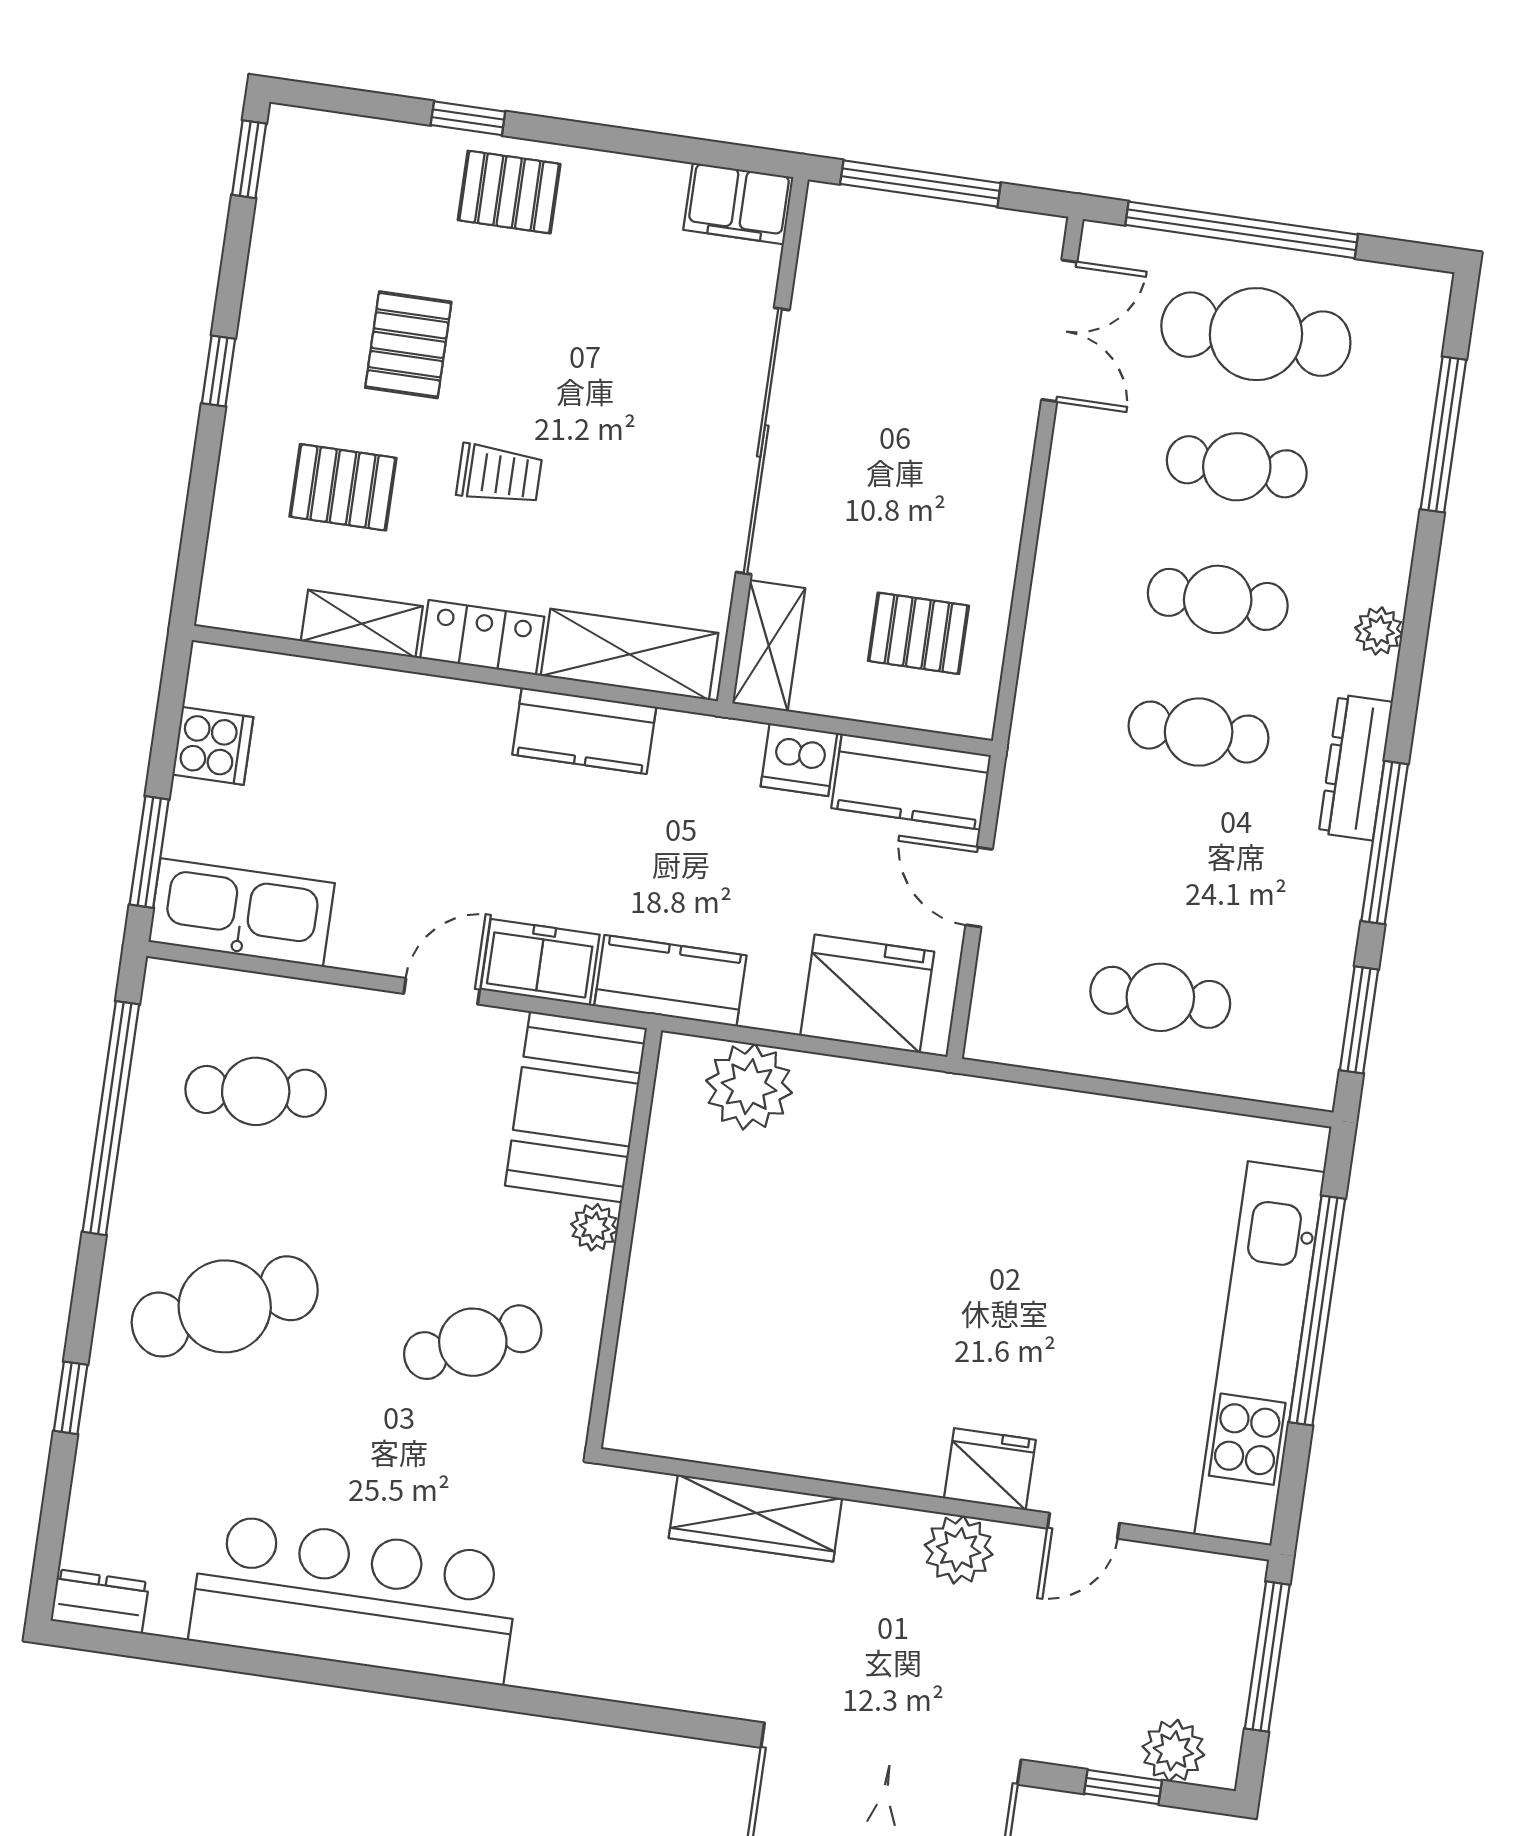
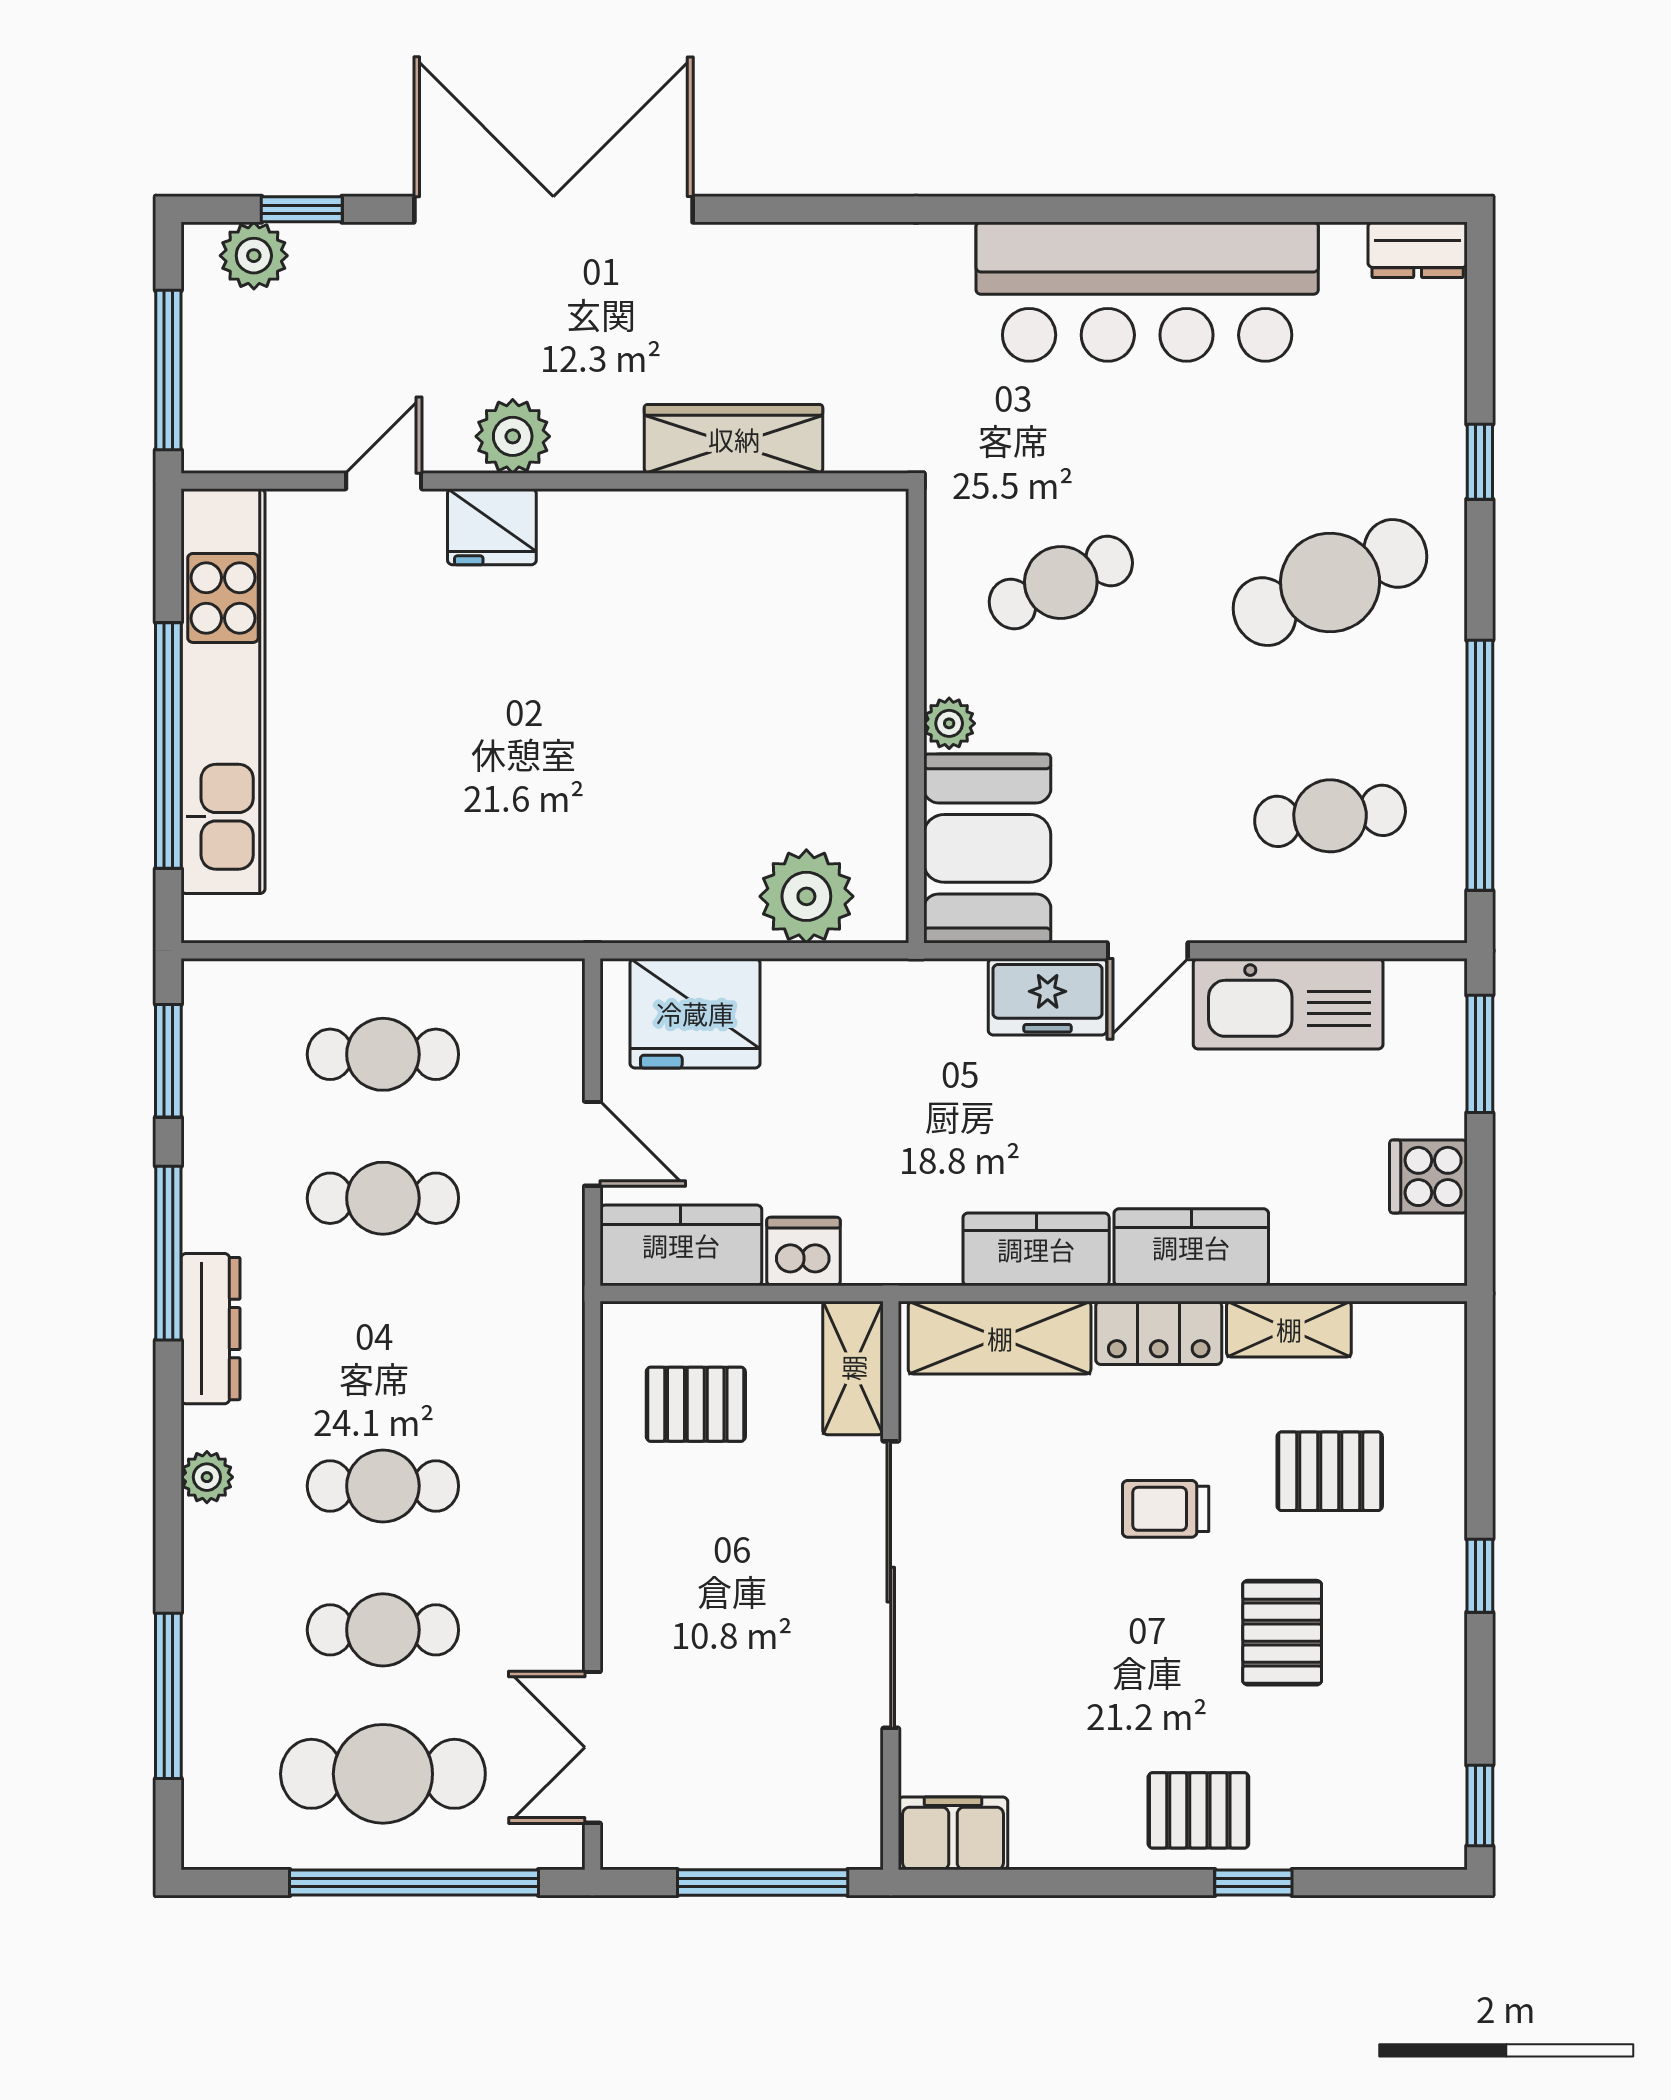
cafe table: (1199, 732) -> (383, 1198), moved
kitchen sink: (242, 912) -> (1288, 1004), moved
kitchen counter: (670, 981) -> (1191, 1247), moved, turned 180

